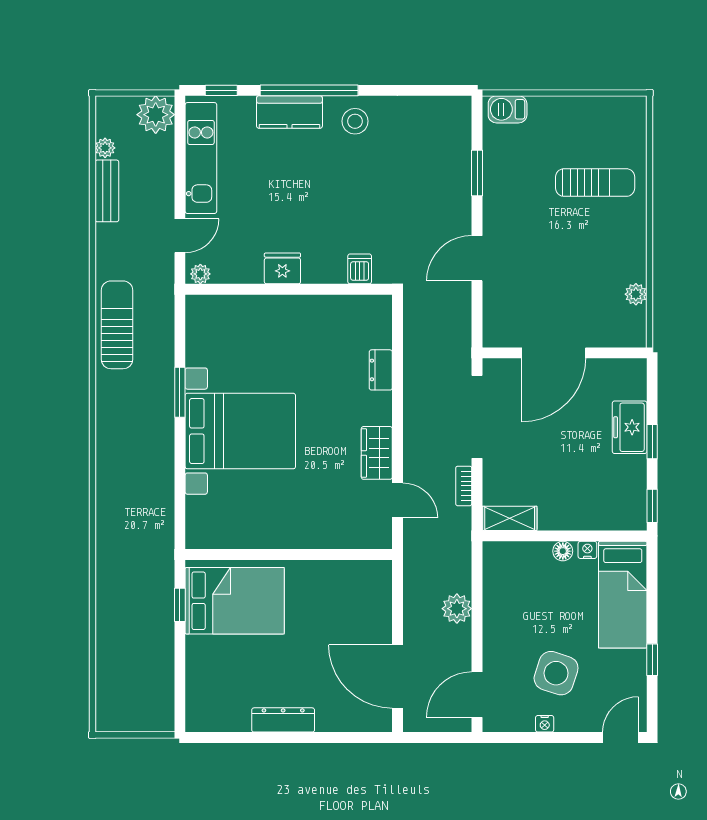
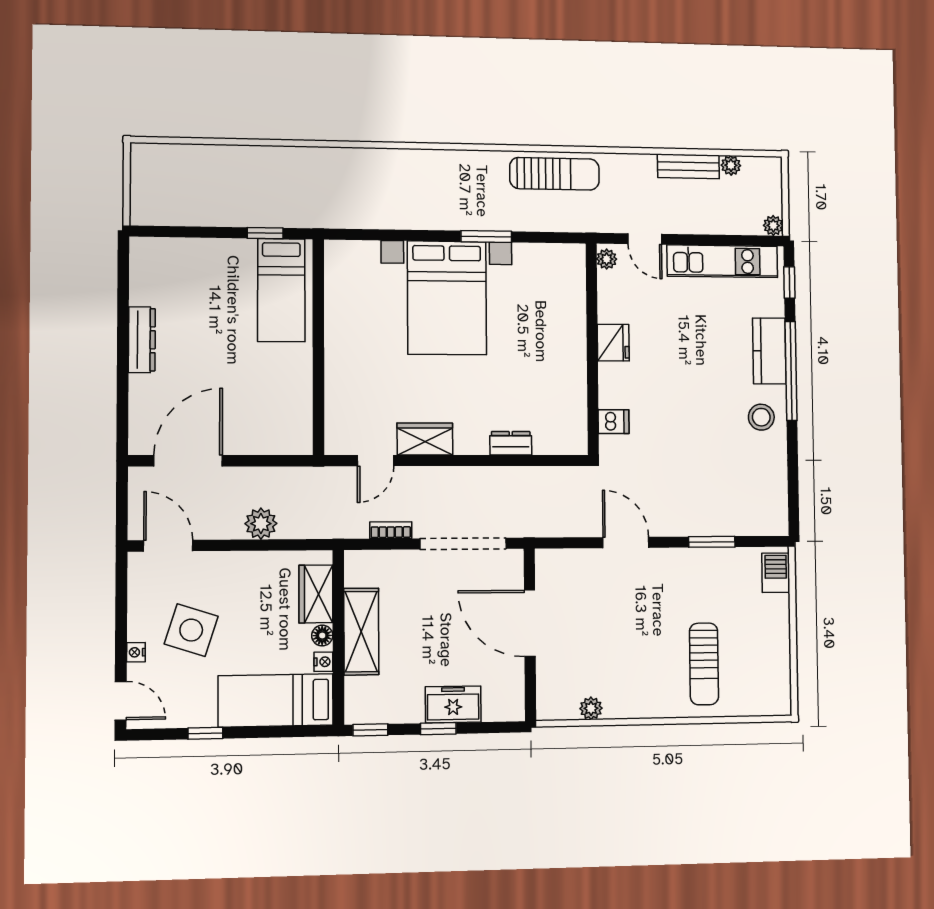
plant: (156, 115) -> (773, 226), width x0.53, depth x0.53
shelving: (510, 518) -> (361, 632), moved, width x1.50, depth x1.33
wardrobe: (524, 557) -> (316, 594), added
bed: (235, 601) -> (281, 290), width x0.67
nightstand: (545, 724) -> (136, 652), moved

